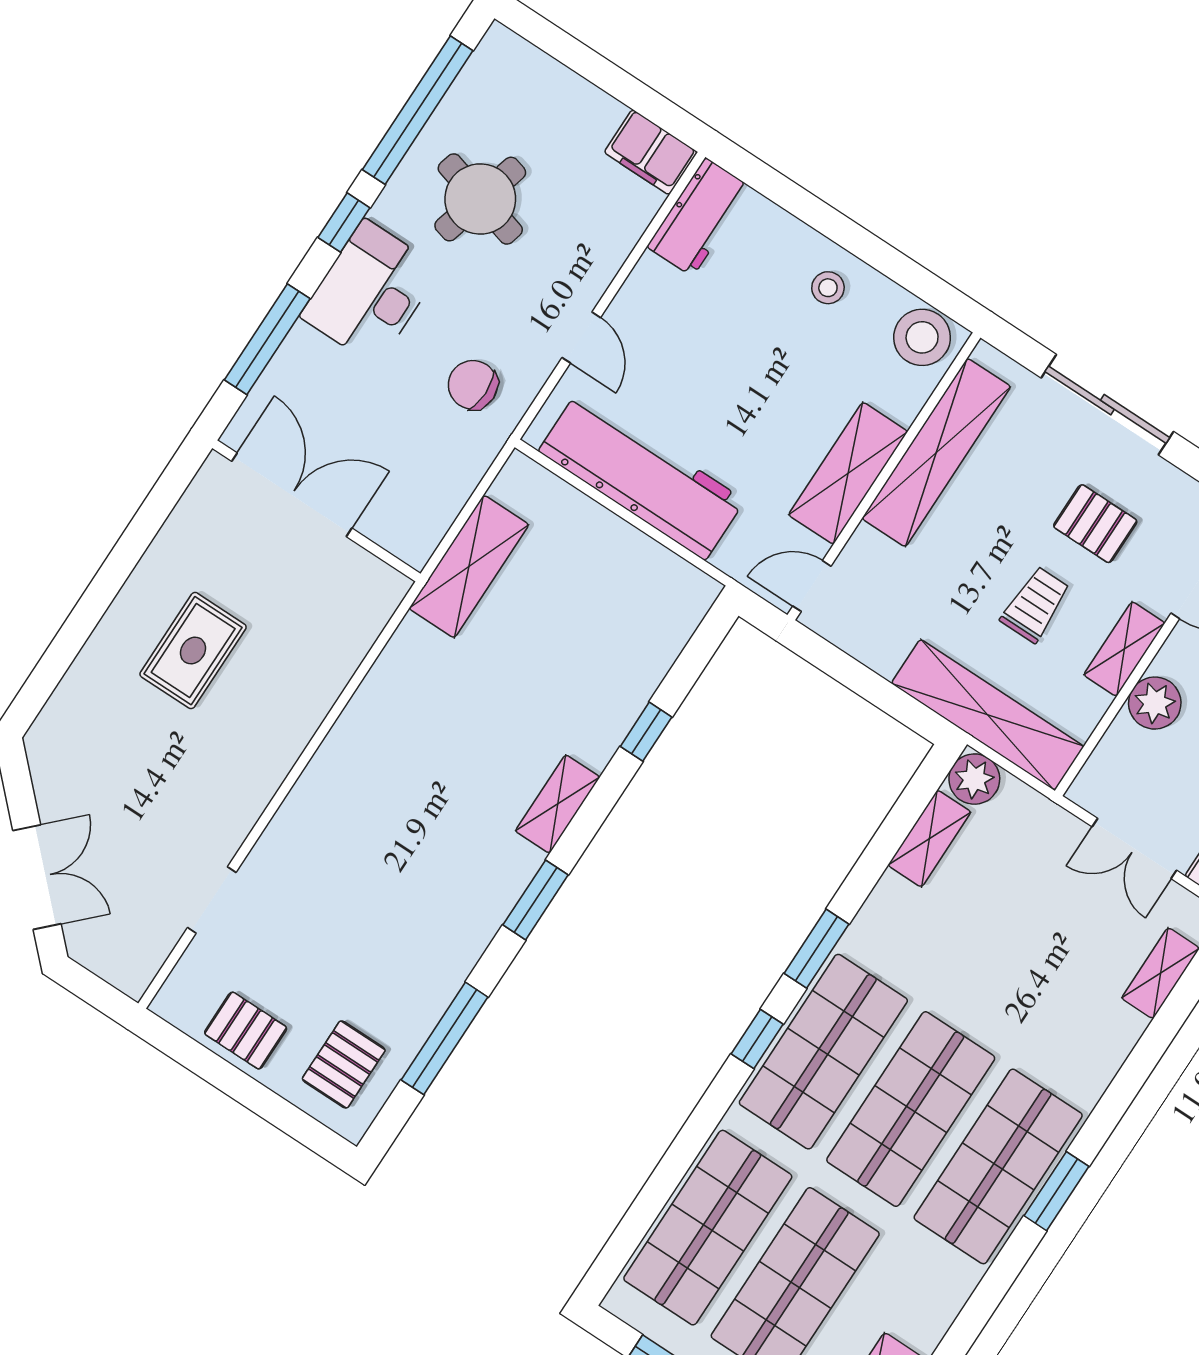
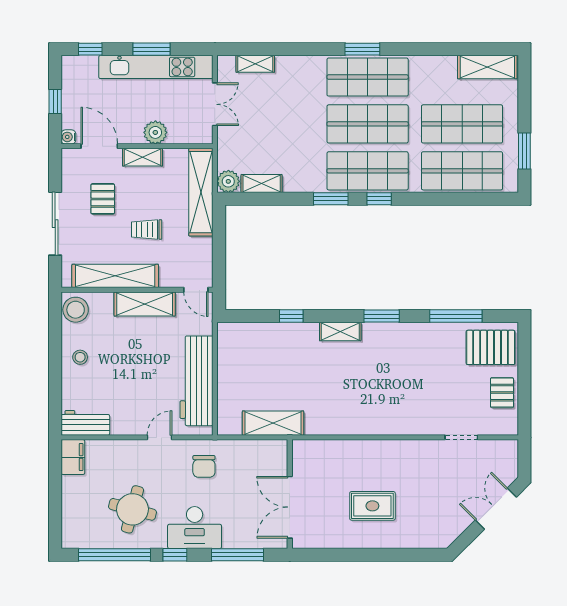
trolley: (1035, 605) -> (147, 230), moved
pallet: (344, 1064) -> (491, 347), width x1.50, depth x1.42

